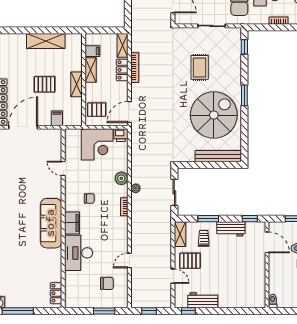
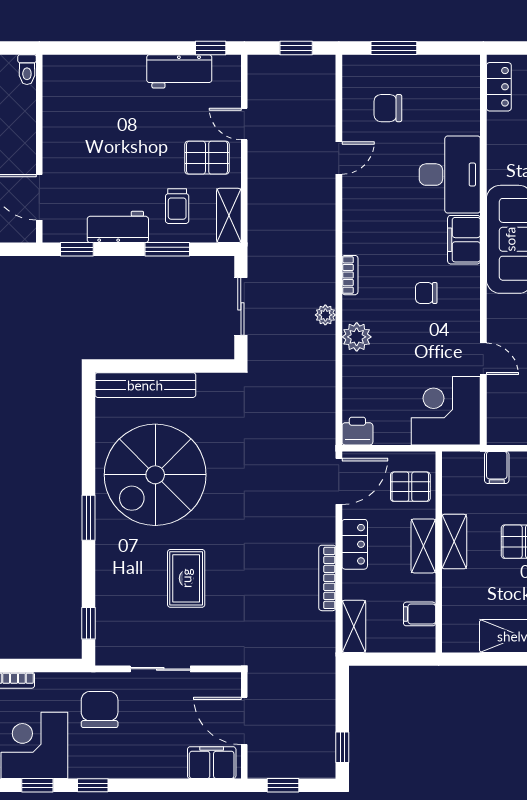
shelving: (91, 70) -> (423, 546), moved
locker: (122, 70) -> (355, 544), moved
corner desk: (97, 144) -> (446, 411), moved

